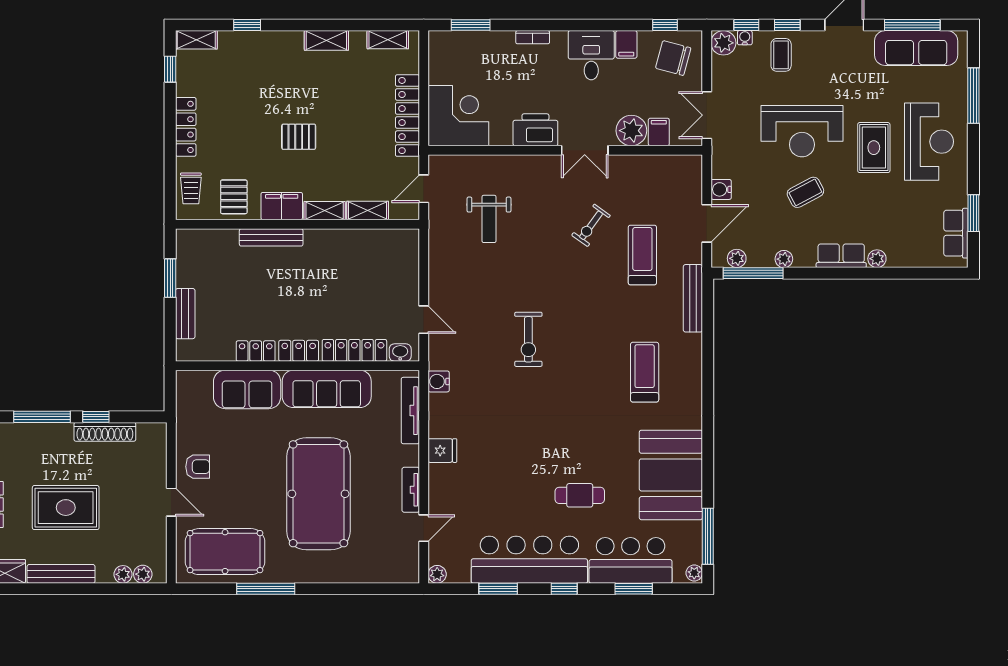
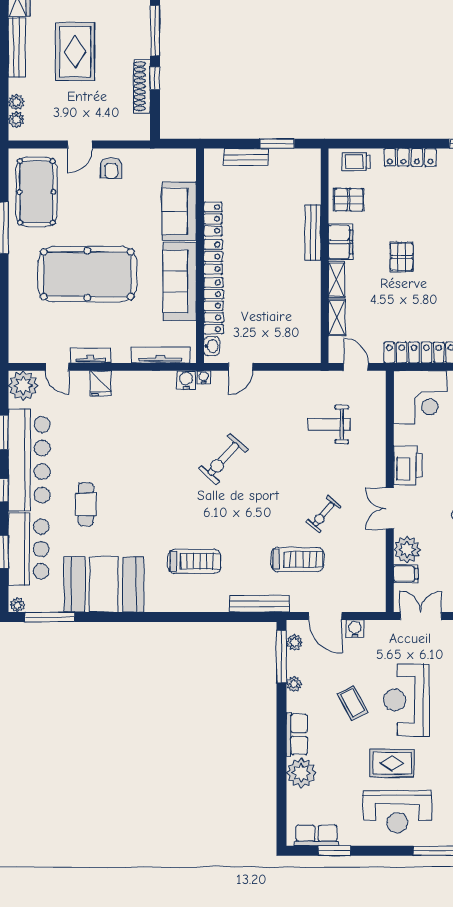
exercise bike: (591, 225) -> (324, 514), turned -86
plant: (877, 259) -> (301, 773), width x1.88, depth x1.88
exercise bike: (528, 339) -> (223, 459), turned -48
water cooler: (436, 362) -> (204, 377), added
fridge: (442, 451) -> (101, 383), moved
plant: (437, 574) -> (23, 386), width x1.87, depth x1.87

